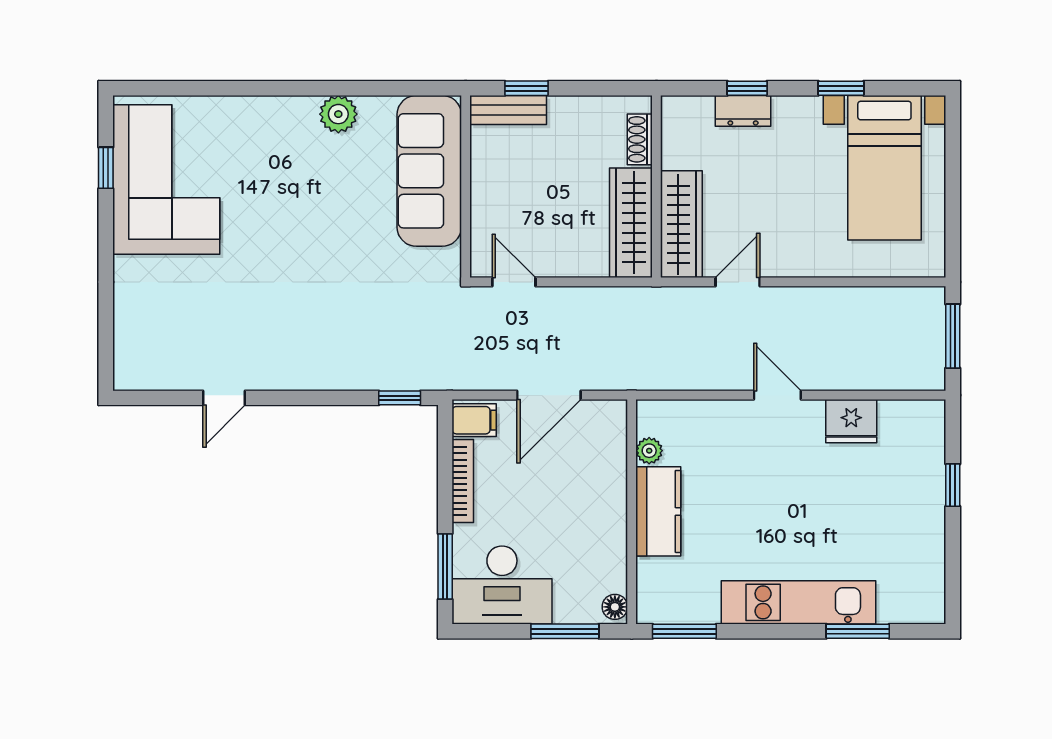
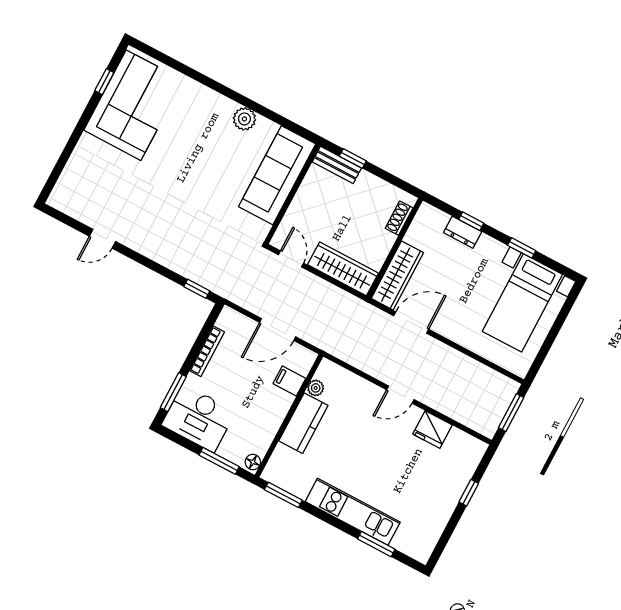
wardrobe: (631, 223) -> (343, 269), moved, turned 90
door: (738, 282) -> (411, 323), width x1.38
door: (777, 395) -> (400, 395), swing flipped
filing cabinet: (474, 420) -> (289, 381), moved, turned 180

